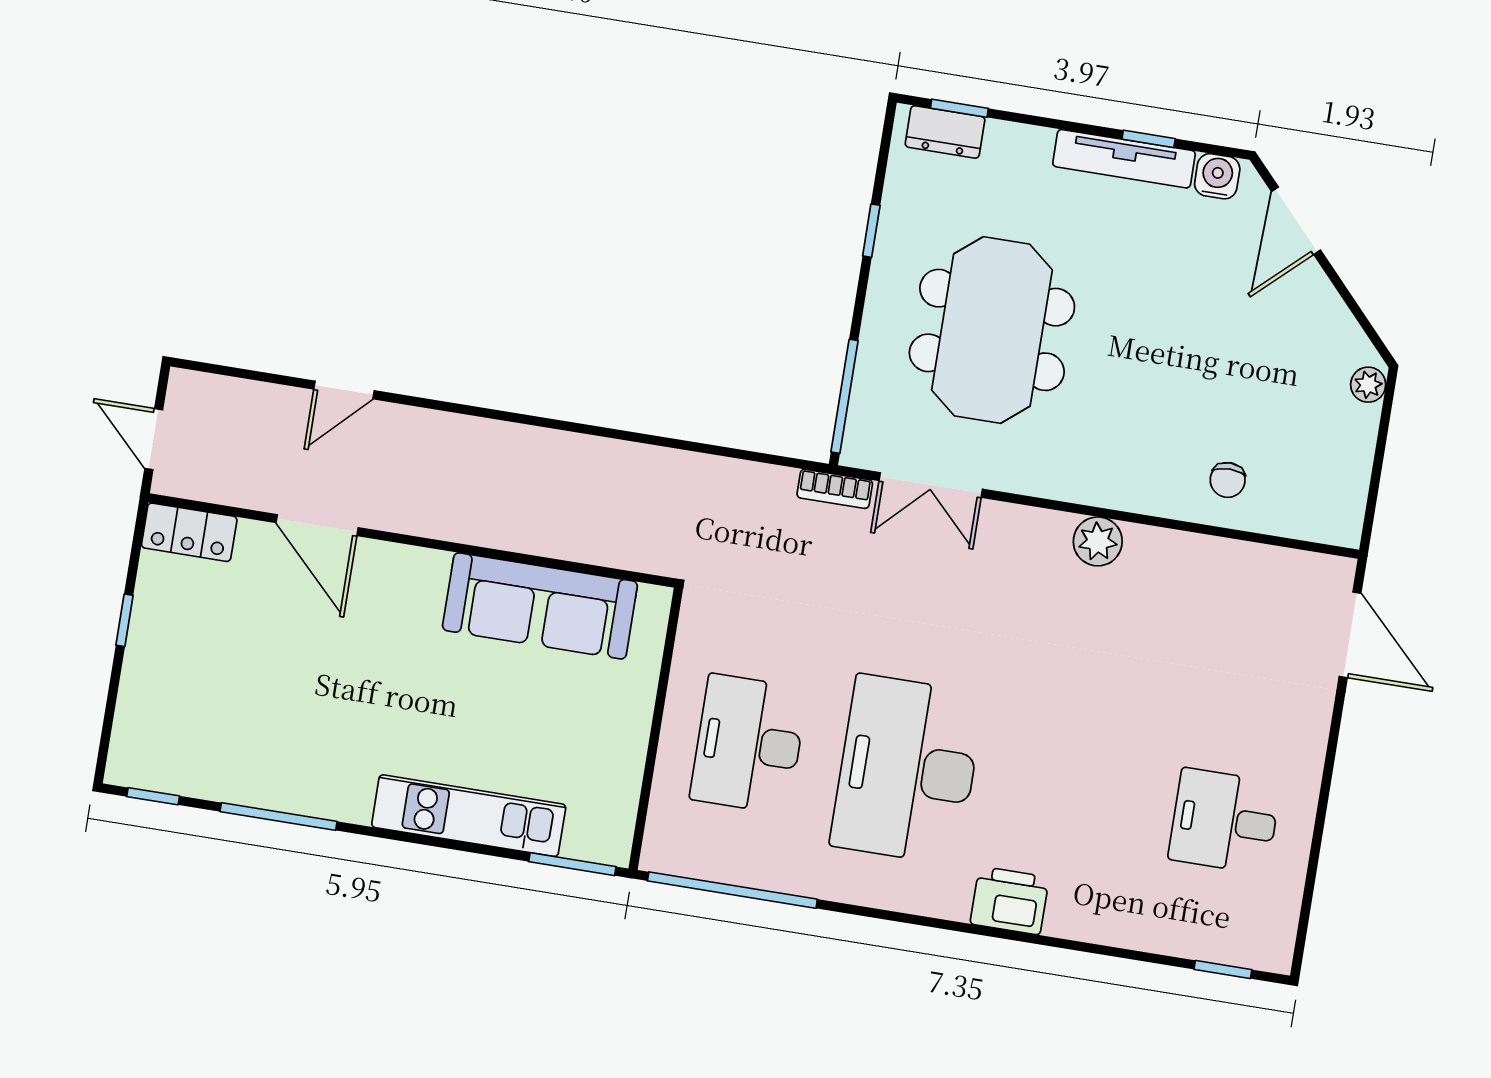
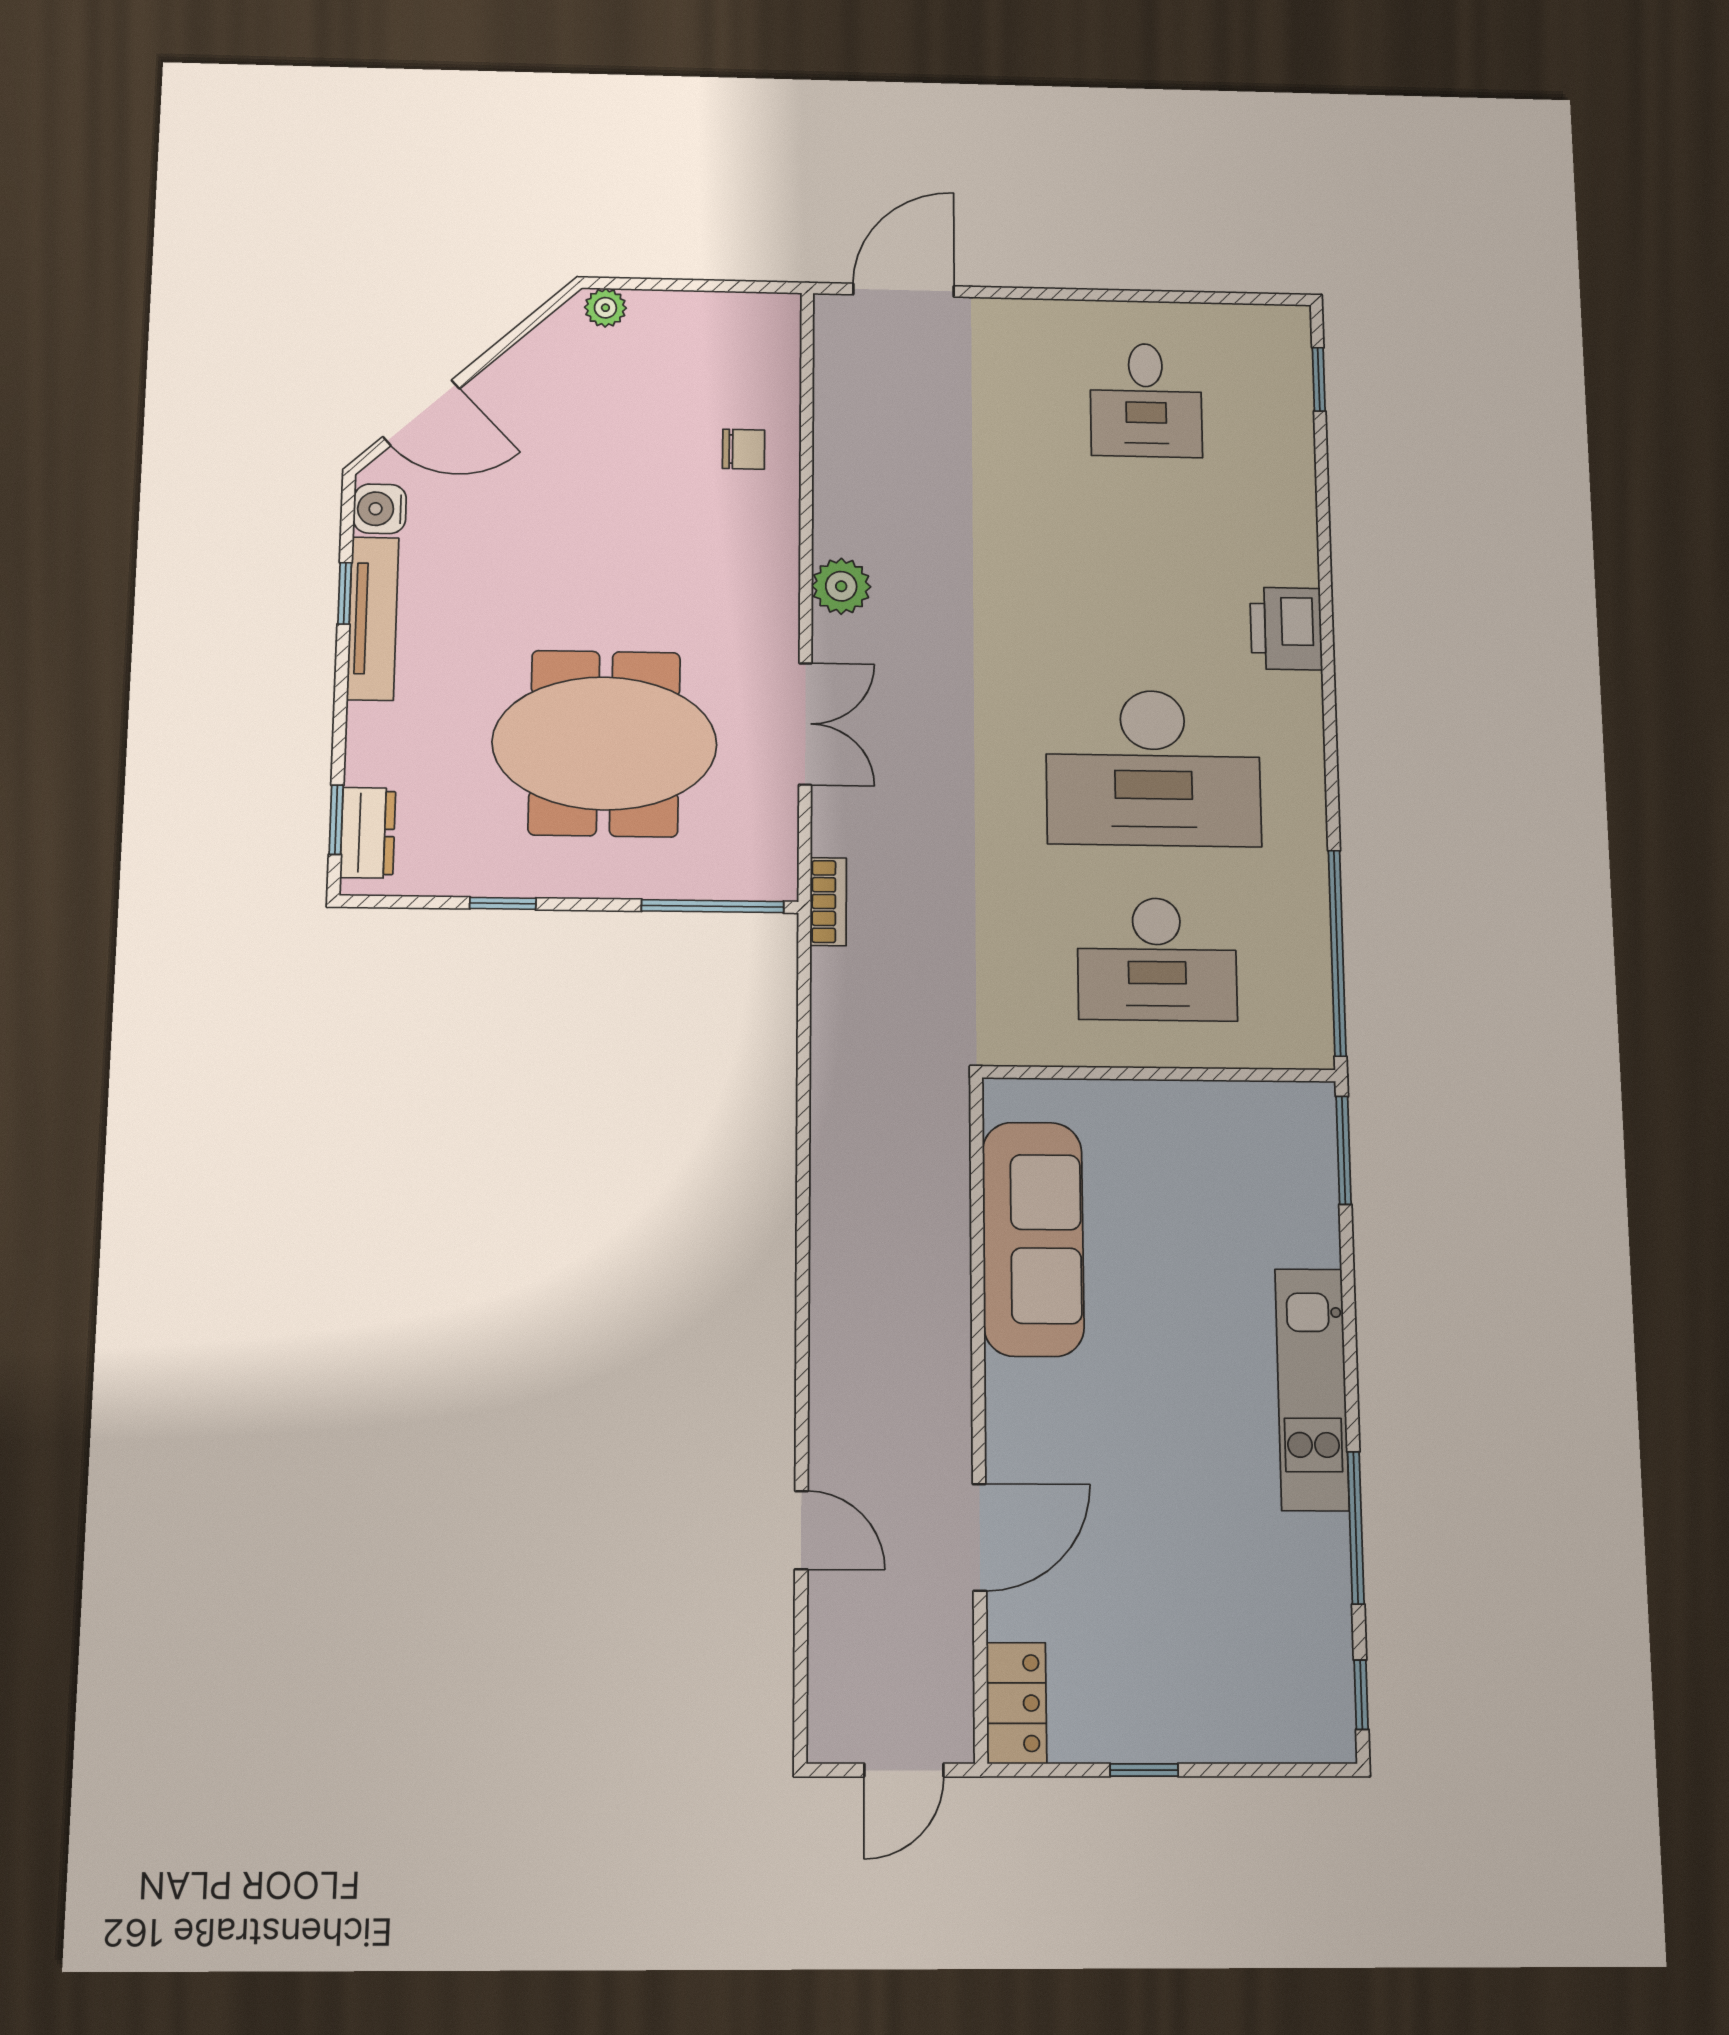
double door: (931, 485) -> (805, 724), moved
kitchen unit: (469, 816) -> (1312, 1389), moved

